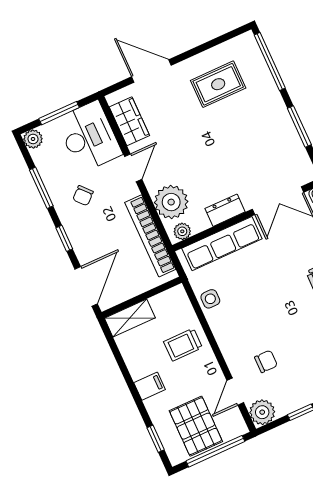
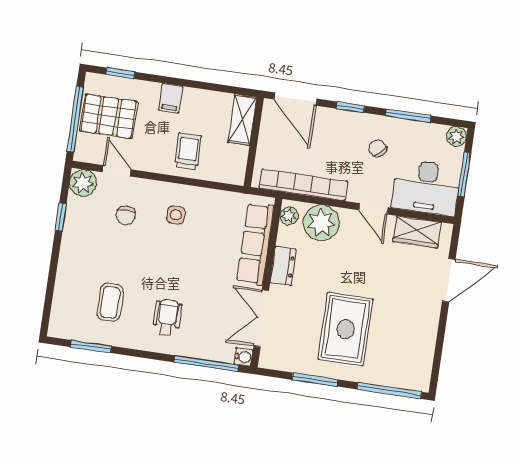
rug: (218, 84) -> (346, 329), moved, width x1.36, depth x1.43
side table: (210, 299) -> (176, 215), moved

